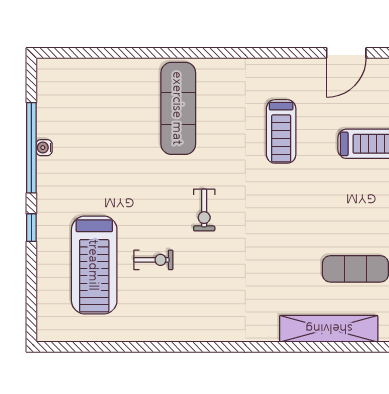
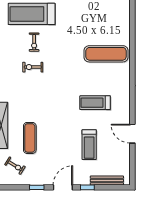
exercise bike: (204, 210) -> (33, 67), moved

